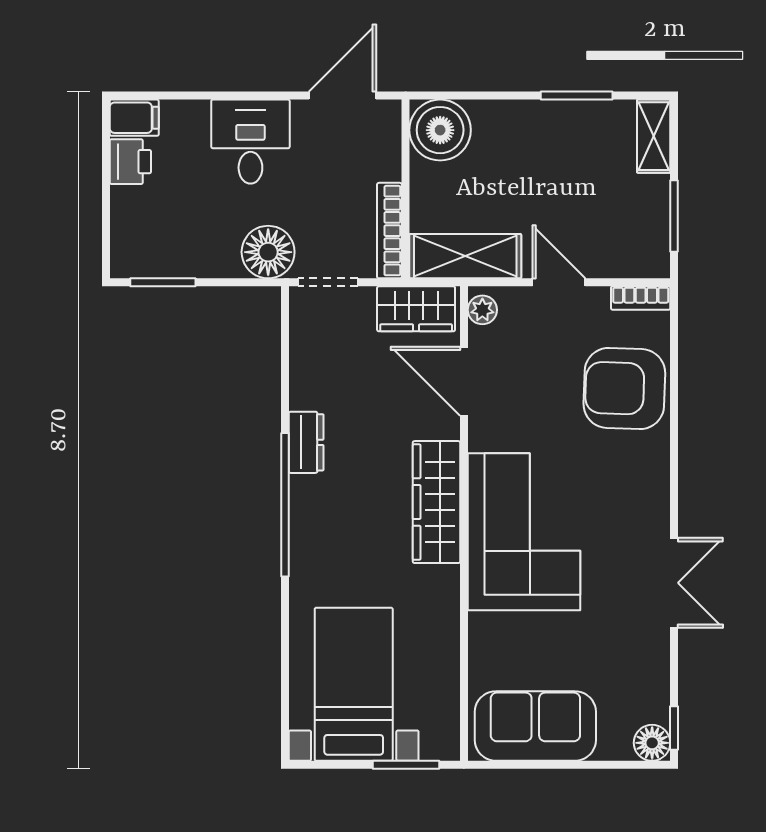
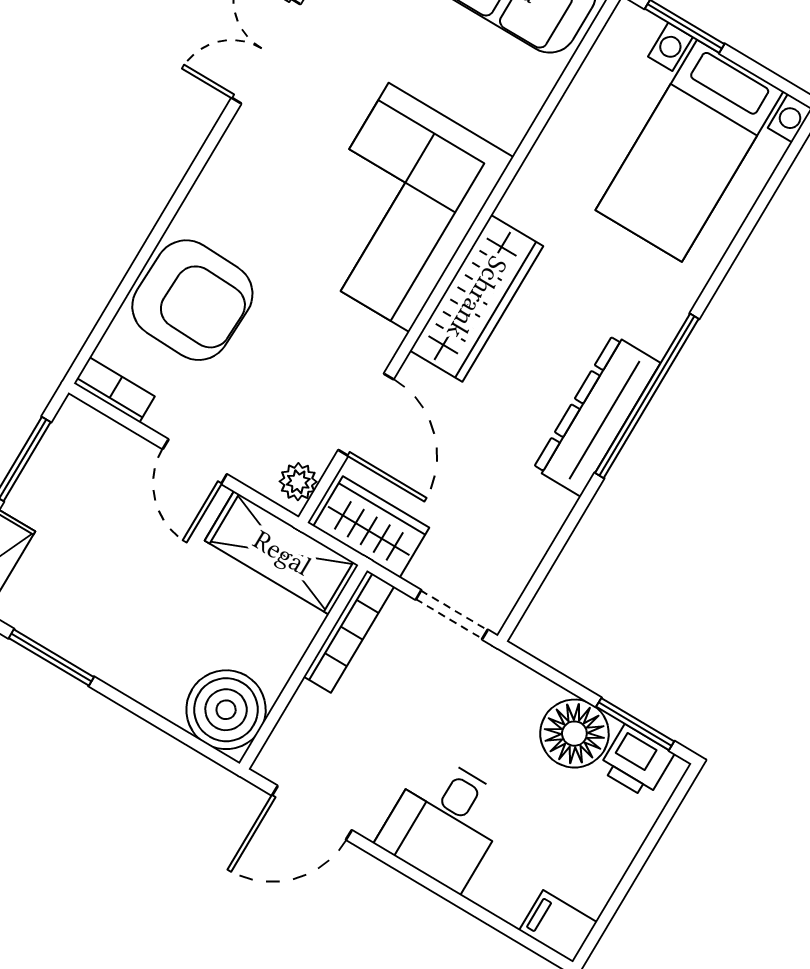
printer: (130, 162) -> (636, 761), moved, turned -90
floor lamp: (268, 252) -> (574, 734), moved
dresser: (306, 442) -> (597, 416), width x1.96, depth x1.24

